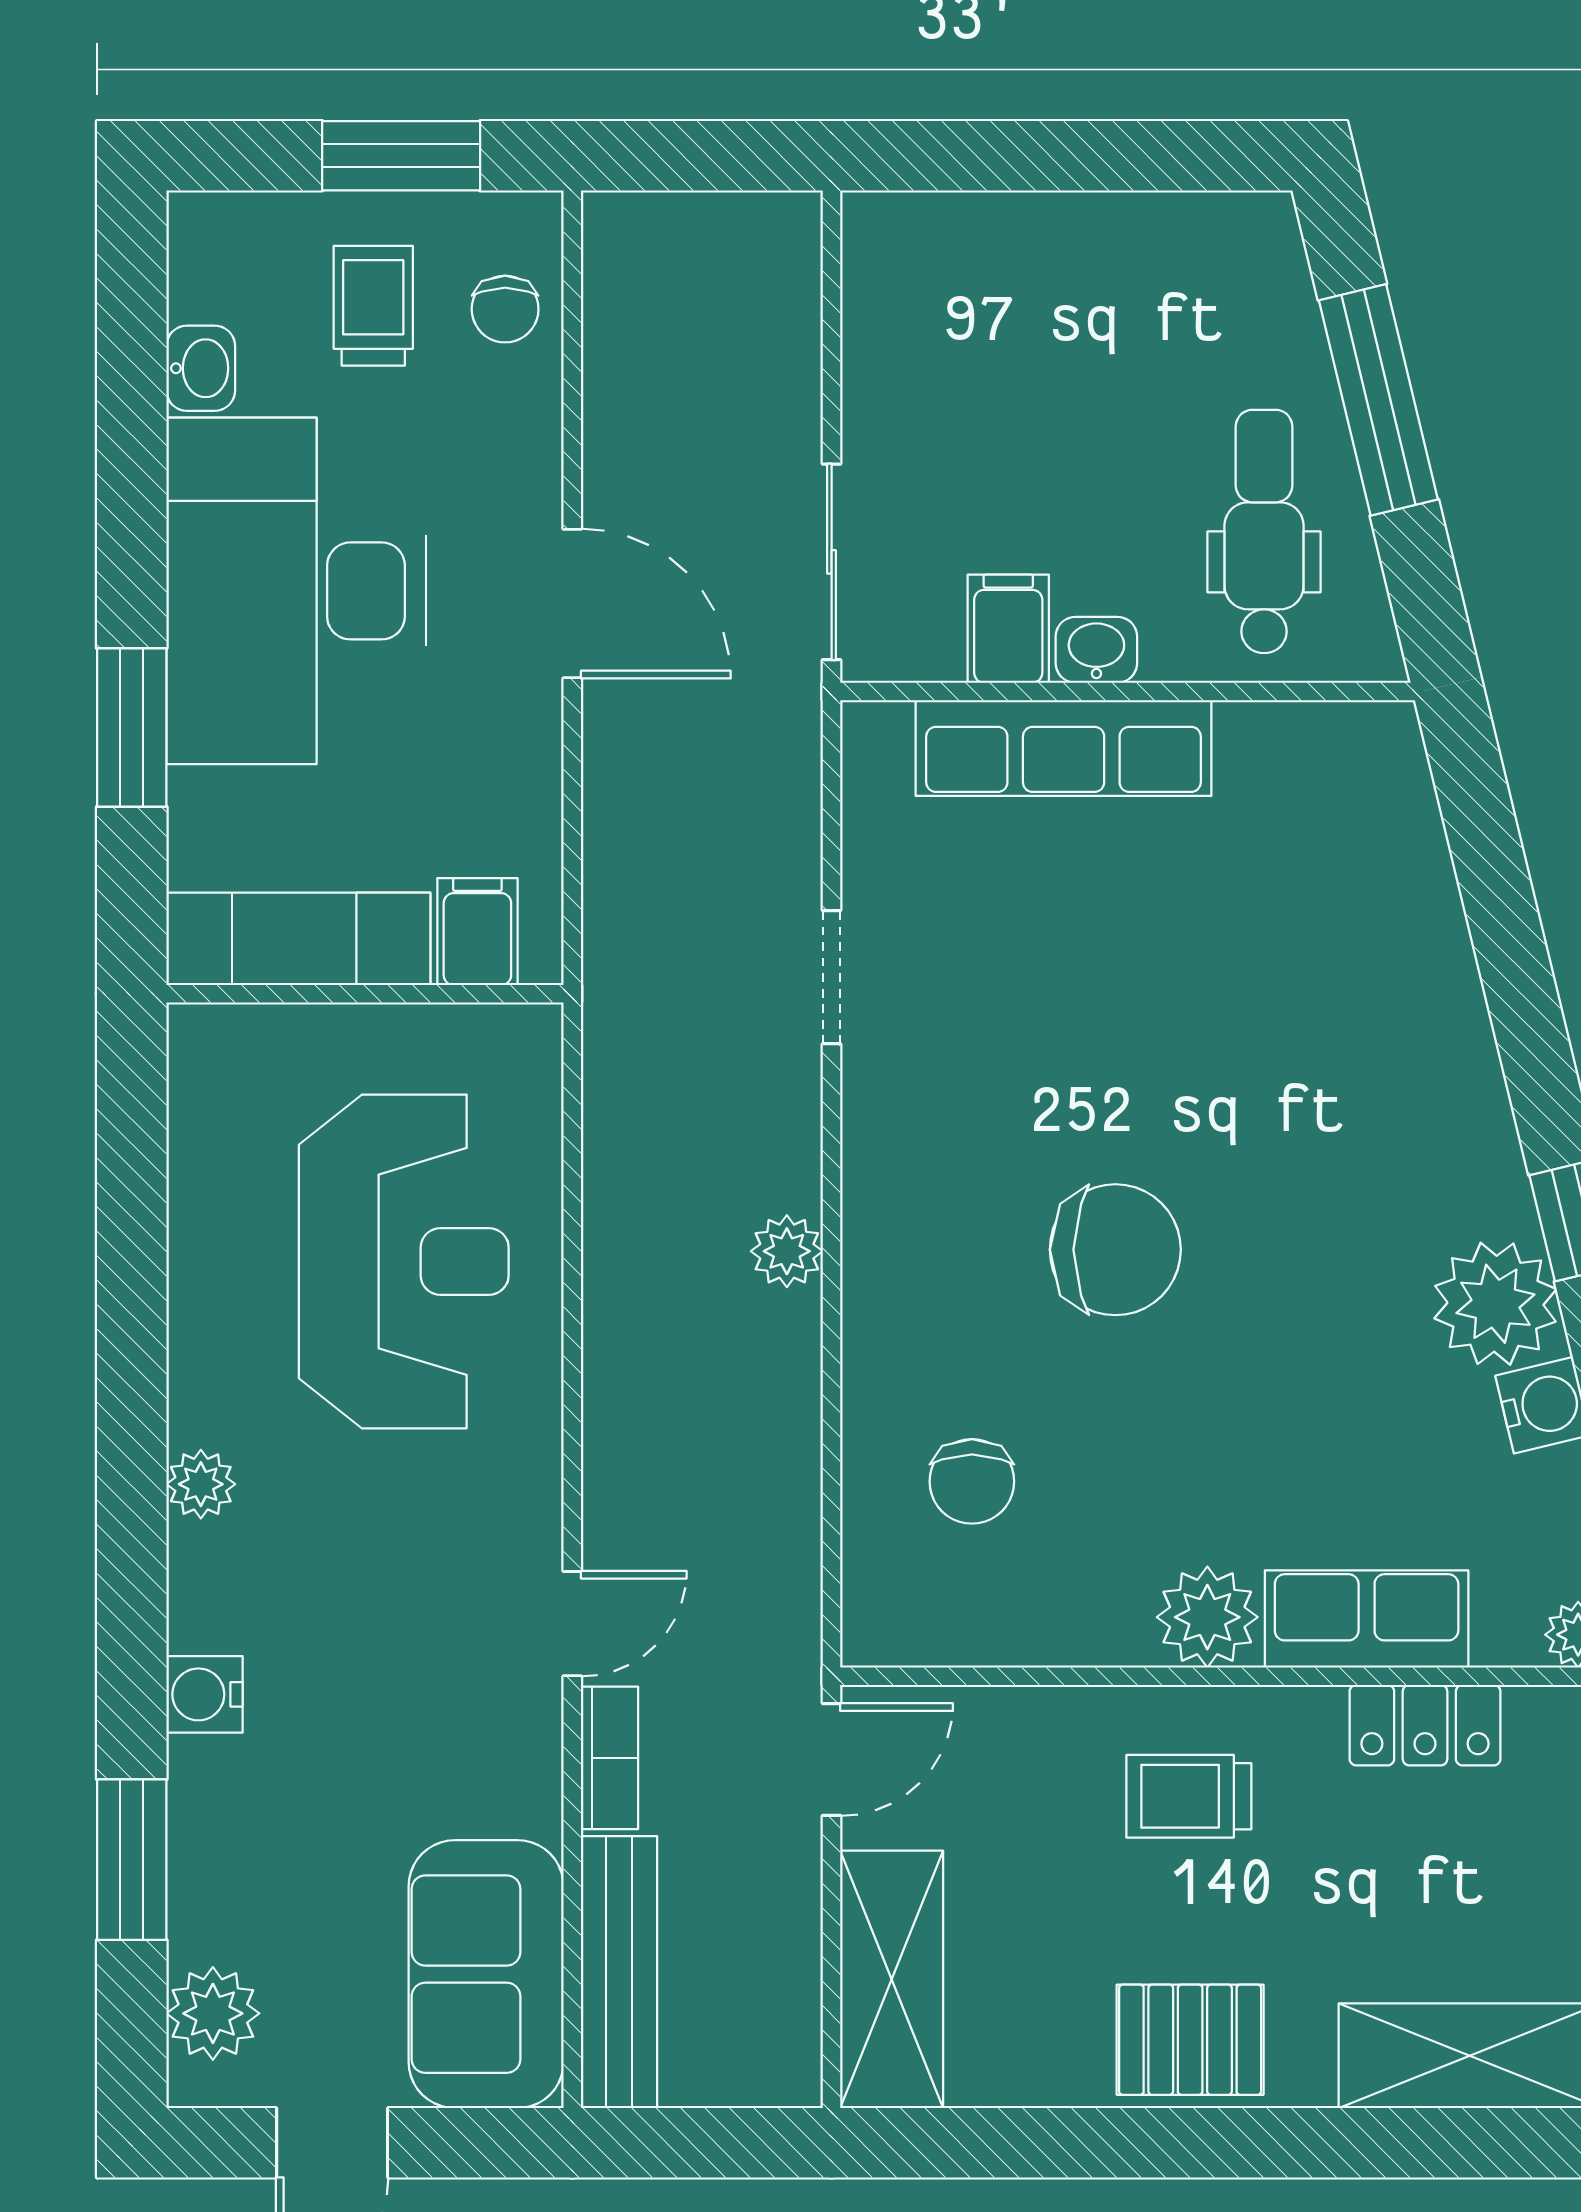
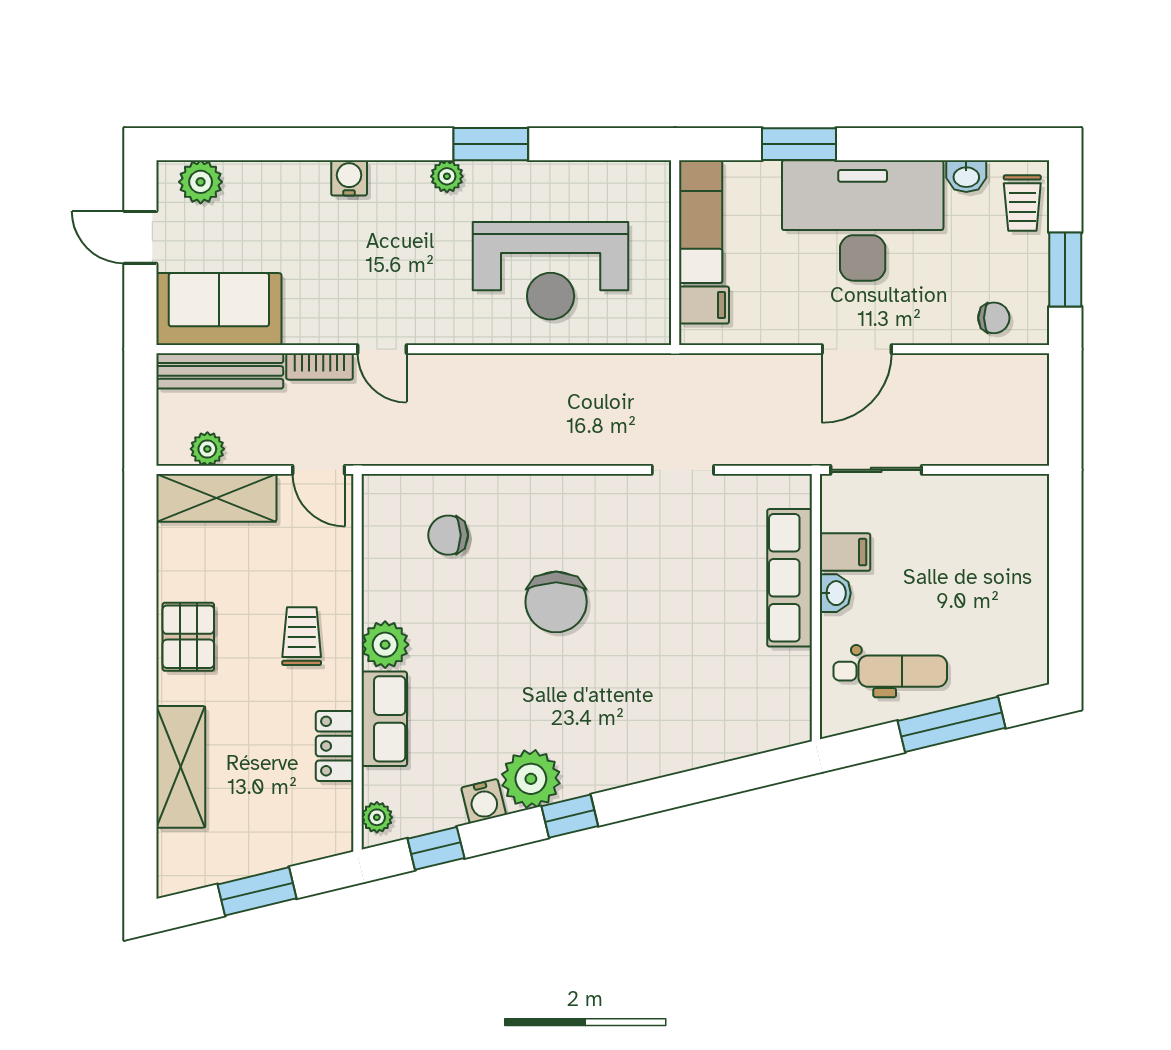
trolley: (373, 306) -> (1022, 203), moved, turned 90
chair: (505, 309) -> (994, 318), turned 180
plant: (787, 1251) -> (207, 449), moved
window: (132, 1860) -> (491, 144), moved

